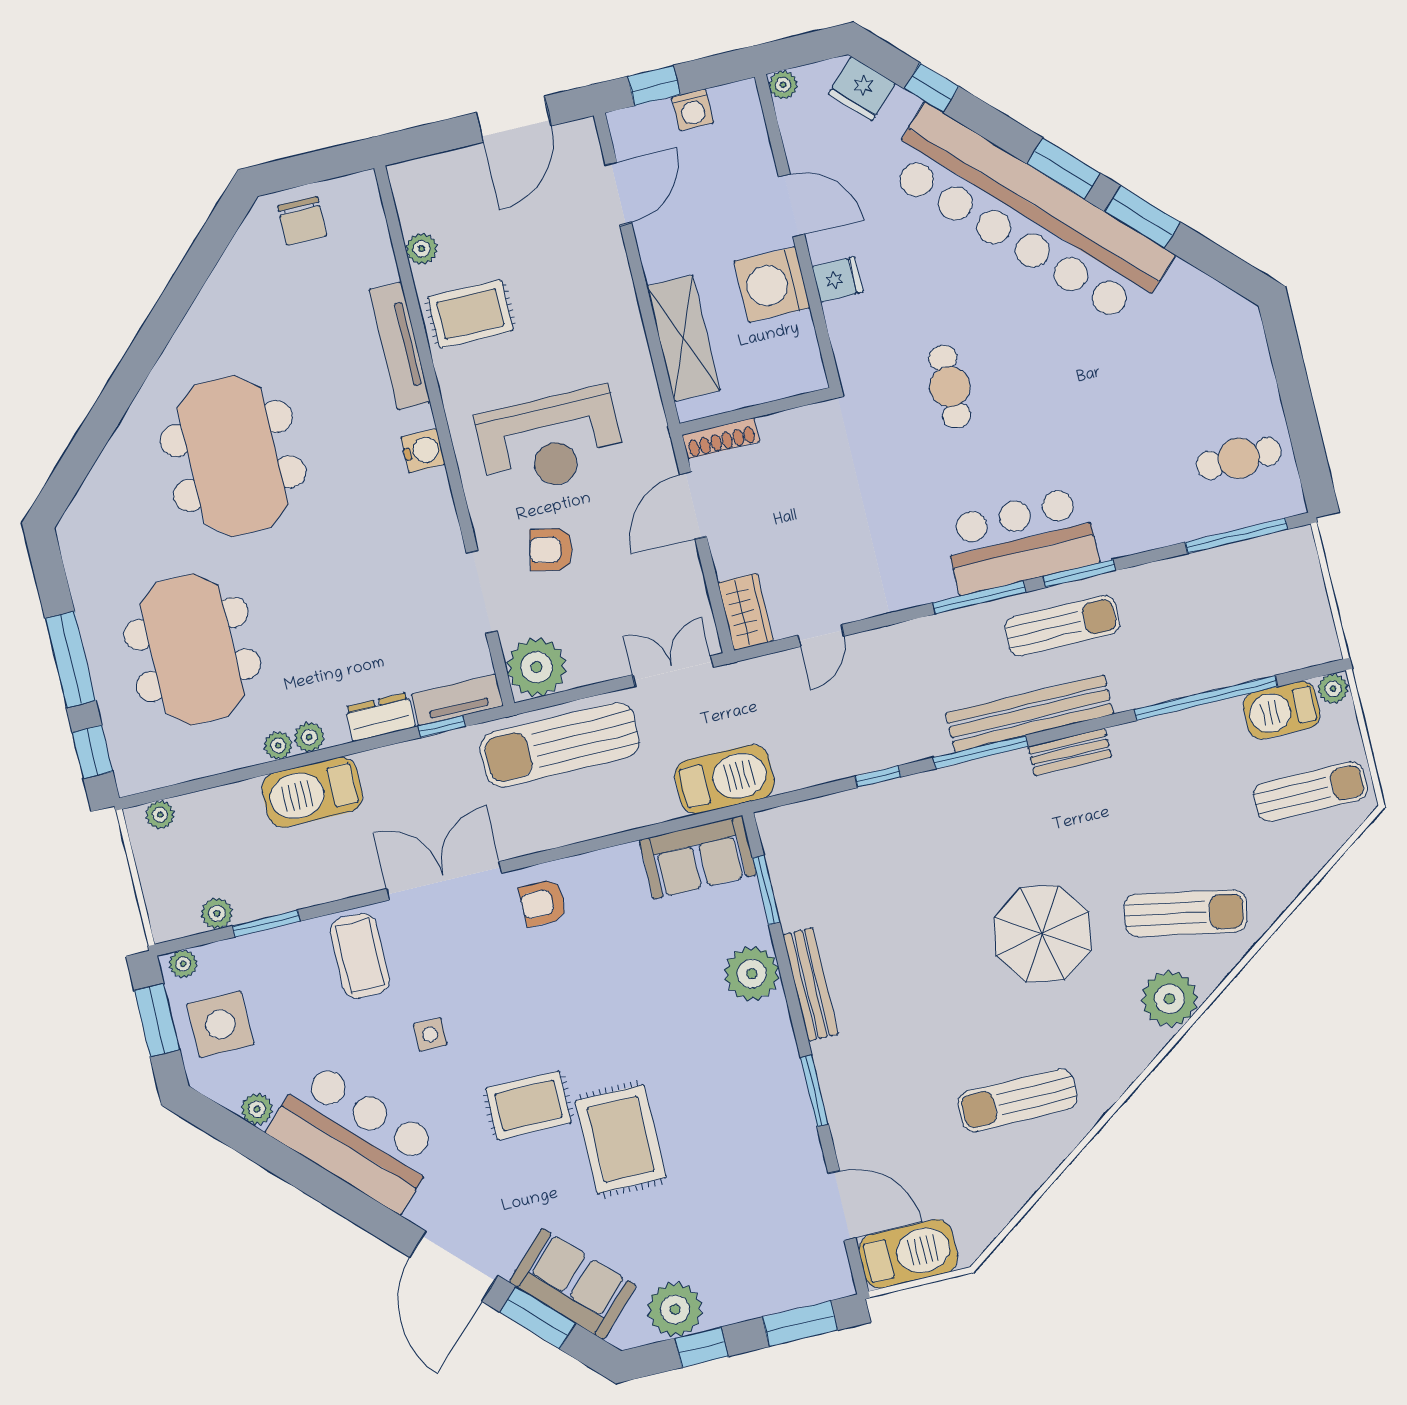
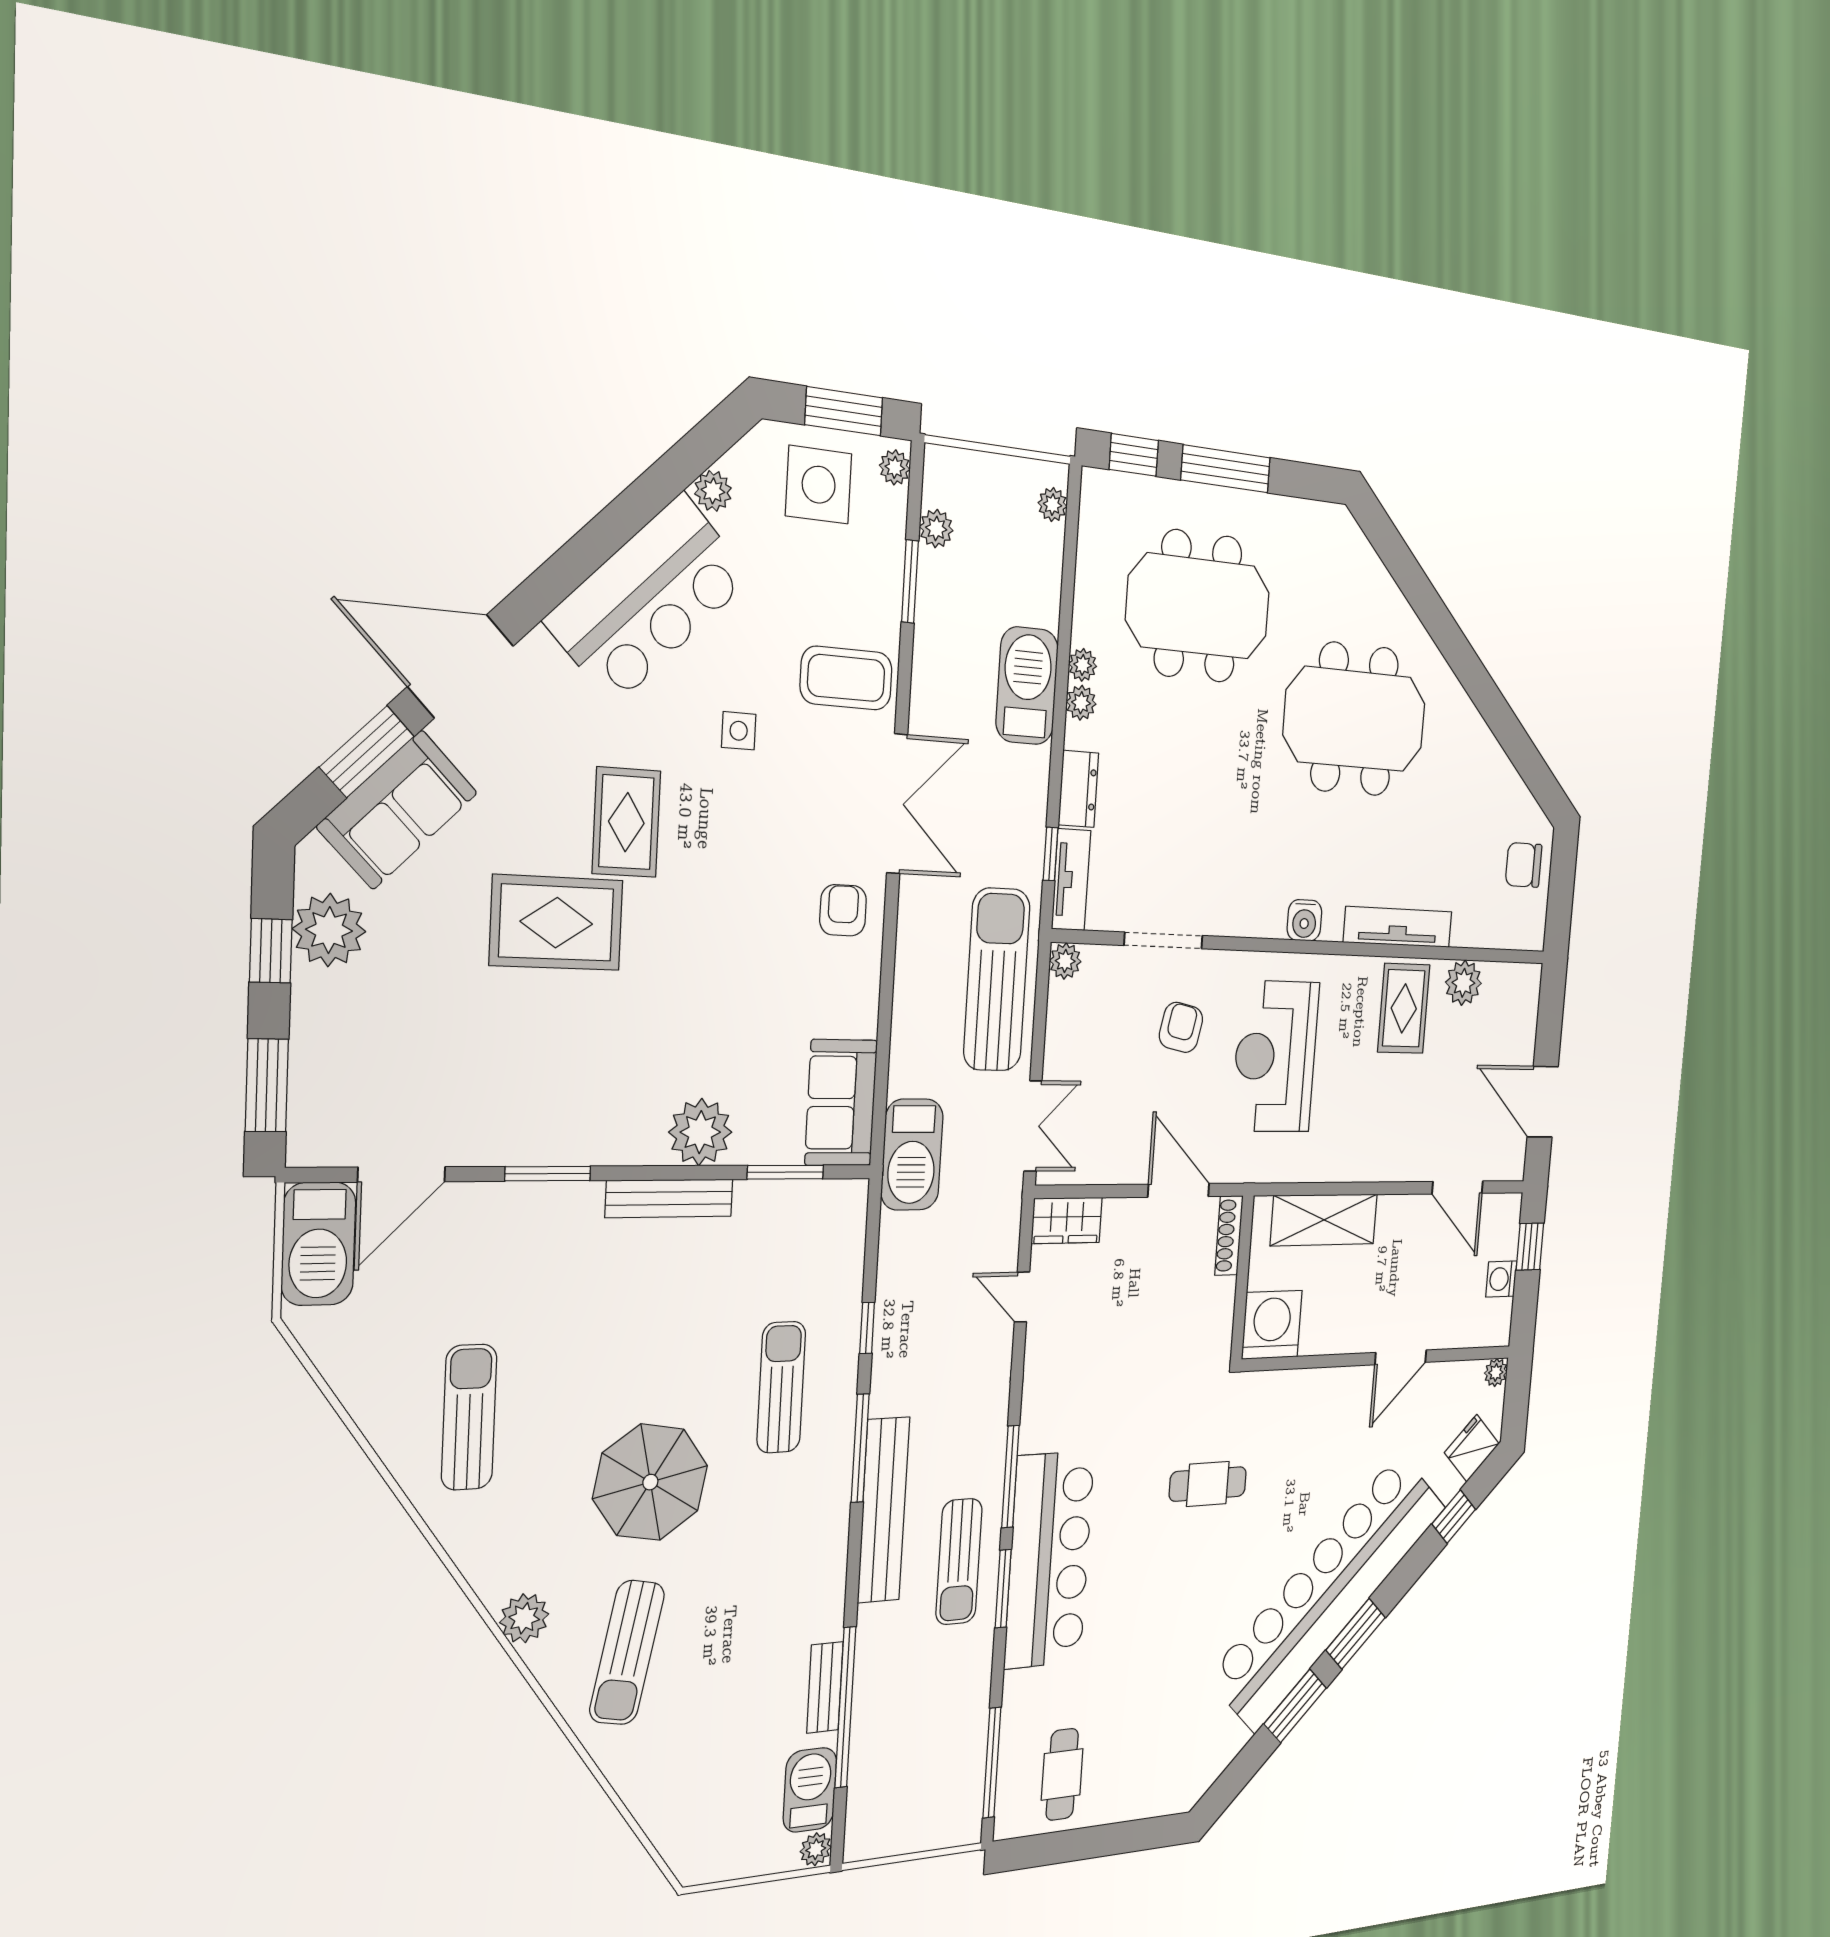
plant: (422, 249) -> (1463, 983), width x1.38, depth x1.38
fridge: (838, 279) -> (1329, 1389), removed
washing machine: (772, 284) -> (1272, 1325), moved
bar counter: (1021, 540) -> (1049, 1560), width x1.36
plant: (537, 667) -> (1065, 961), width x0.53, depth x0.53
bench: (1070, 752) -> (825, 1687), moved
sun lounger: (1310, 792) -> (781, 1387), moved, turned 180
plant: (1170, 999) -> (524, 1618), width x0.73, depth x0.73

